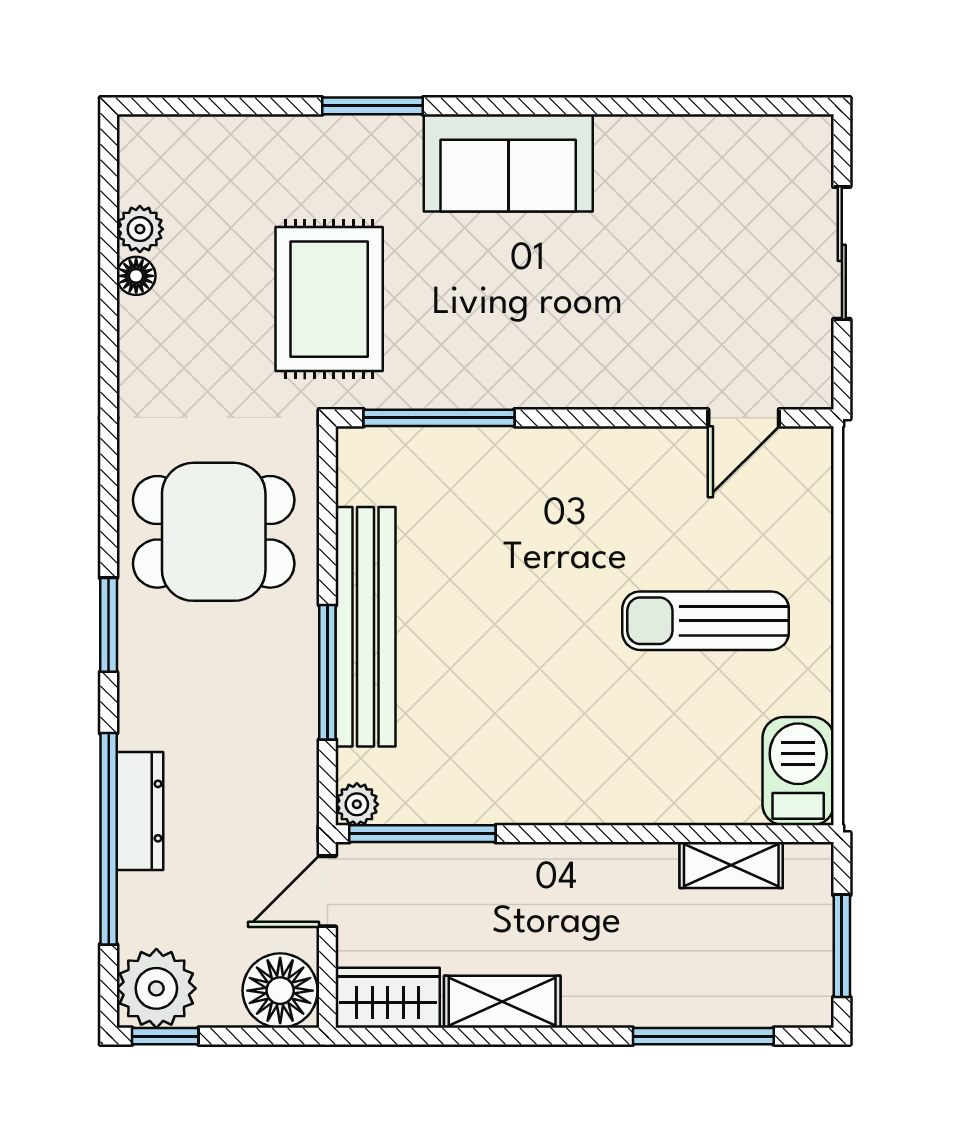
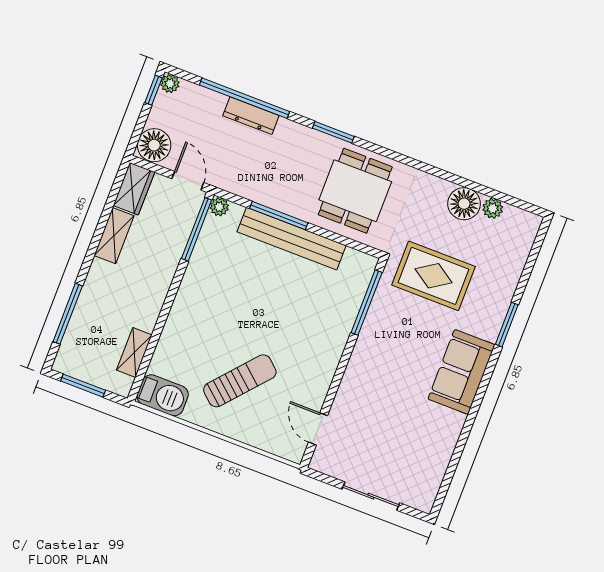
floor lamp: (136, 276) -> (464, 204), width x1.89, depth x1.89
sun lounger: (706, 621) -> (240, 381), turned 41
plant: (156, 988) -> (170, 84), width x0.53, depth x0.53

